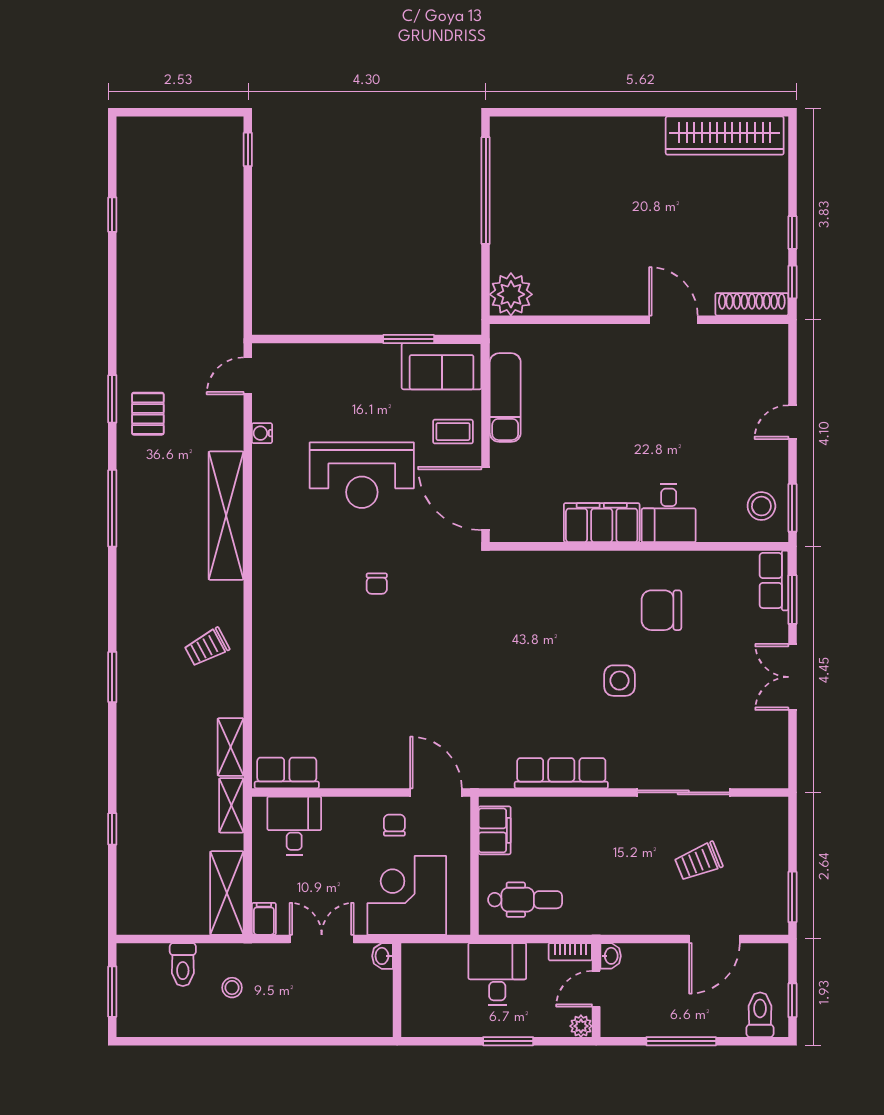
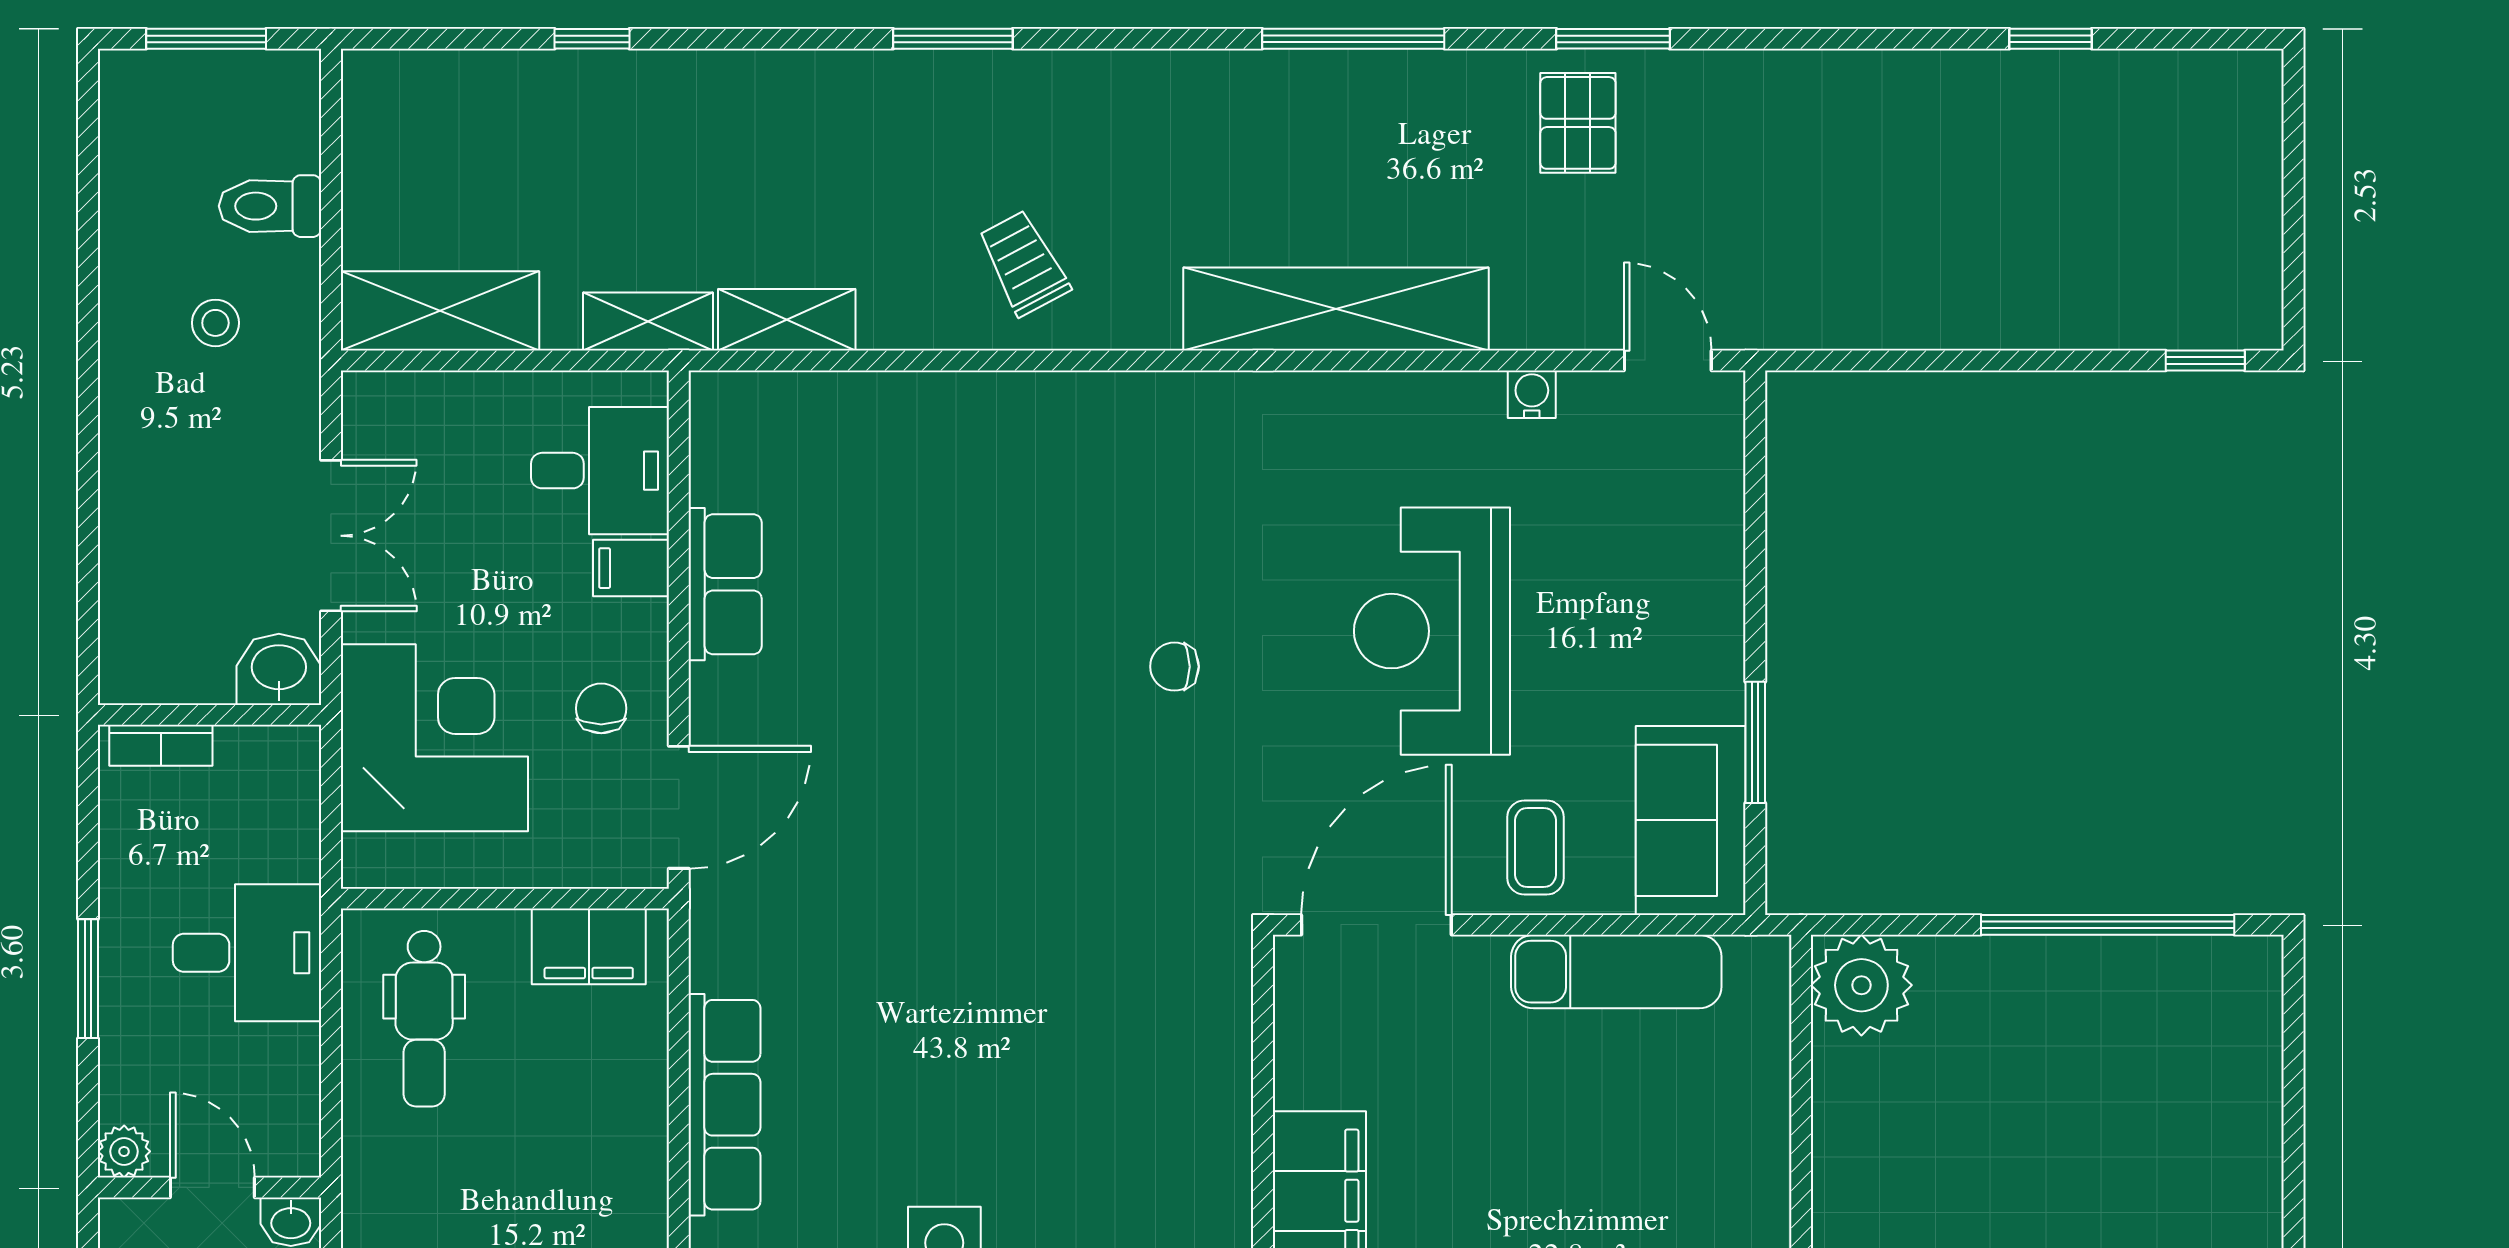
pallet: (148, 414) -> (1578, 123), turned 90
row of seats: (287, 773) -> (725, 584), moved
chair: (394, 825) -> (601, 708), turned -90
filing cabinet: (264, 919) -> (631, 568), moved, turned 180
bookcase: (570, 952) -> (161, 745), moved, turned -90
washbasin: (383, 956) -> (279, 669), width x1.38, depth x1.45

